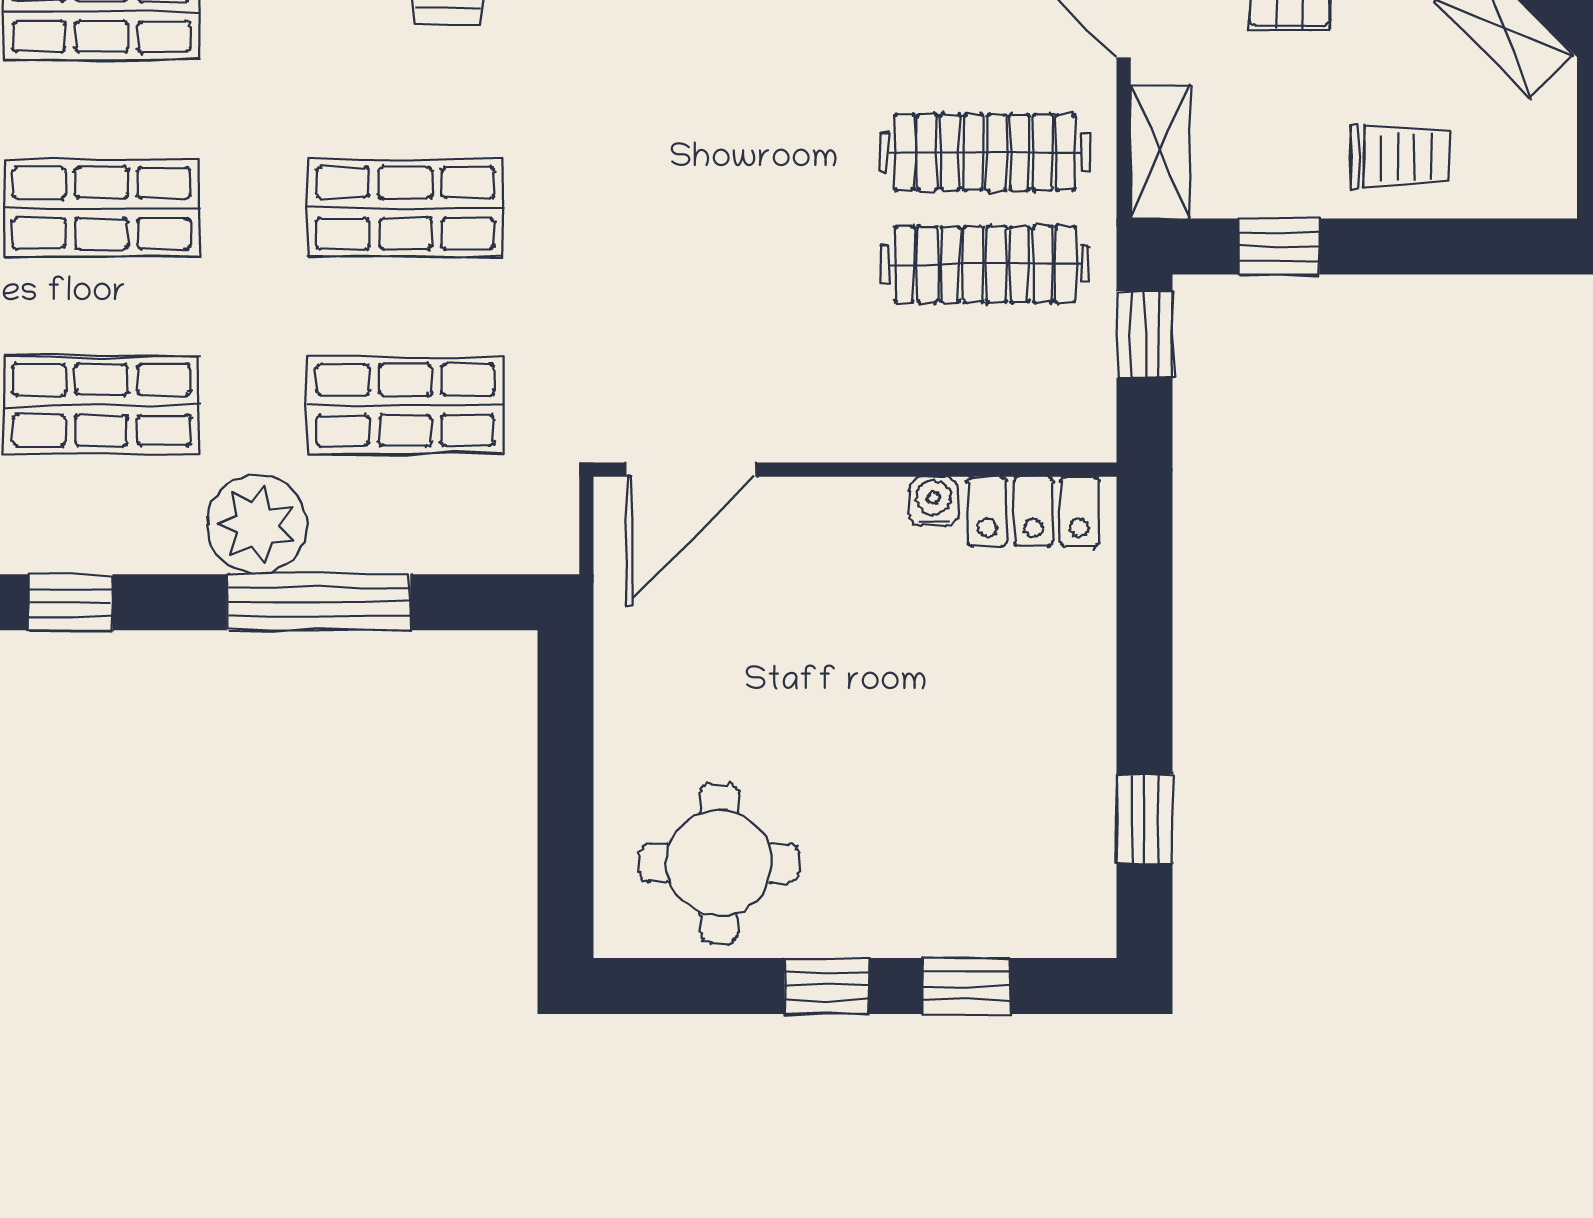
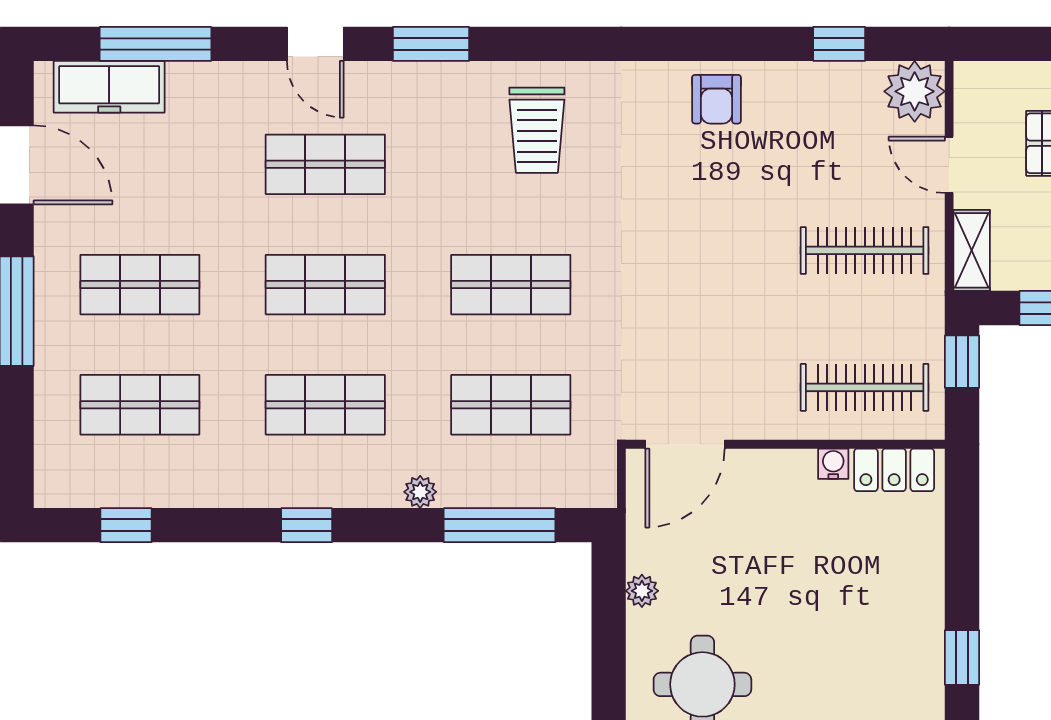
clothes rail: (985, 264) -> (865, 387), moved
plant: (257, 525) -> (420, 492), width x0.53, depth x0.53
window: (319, 602) -> (500, 525), moved
plant: (620, 710) -> (642, 591), added

